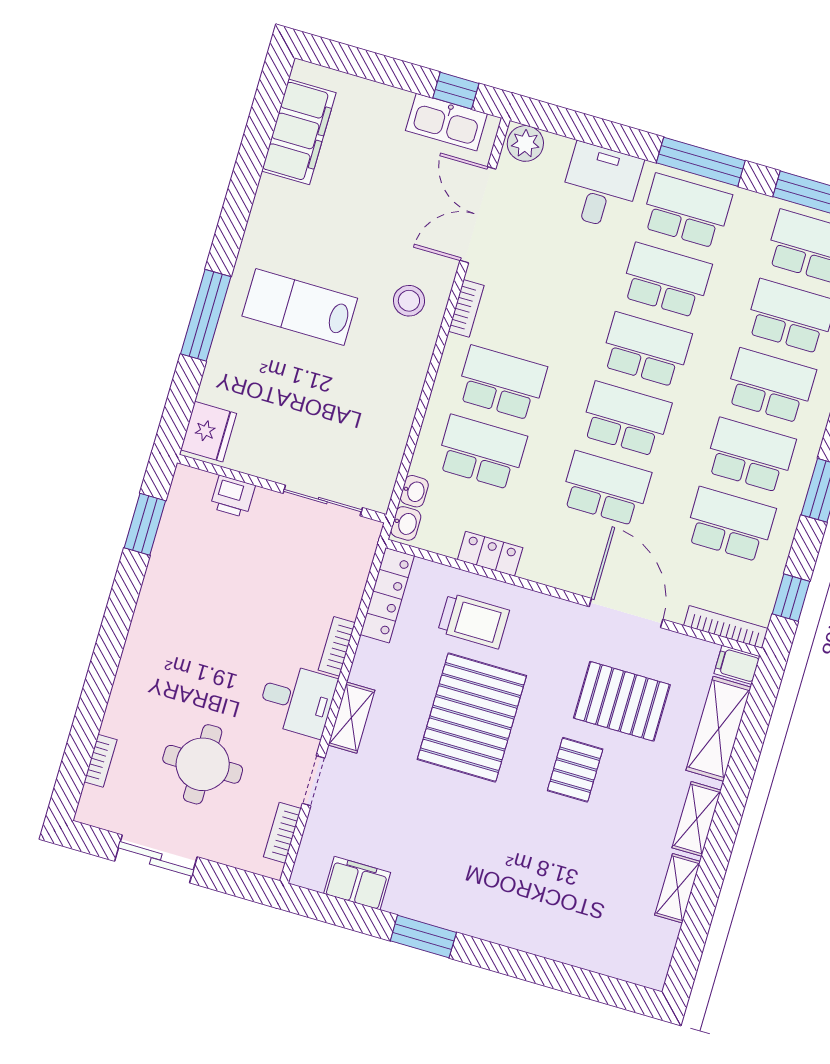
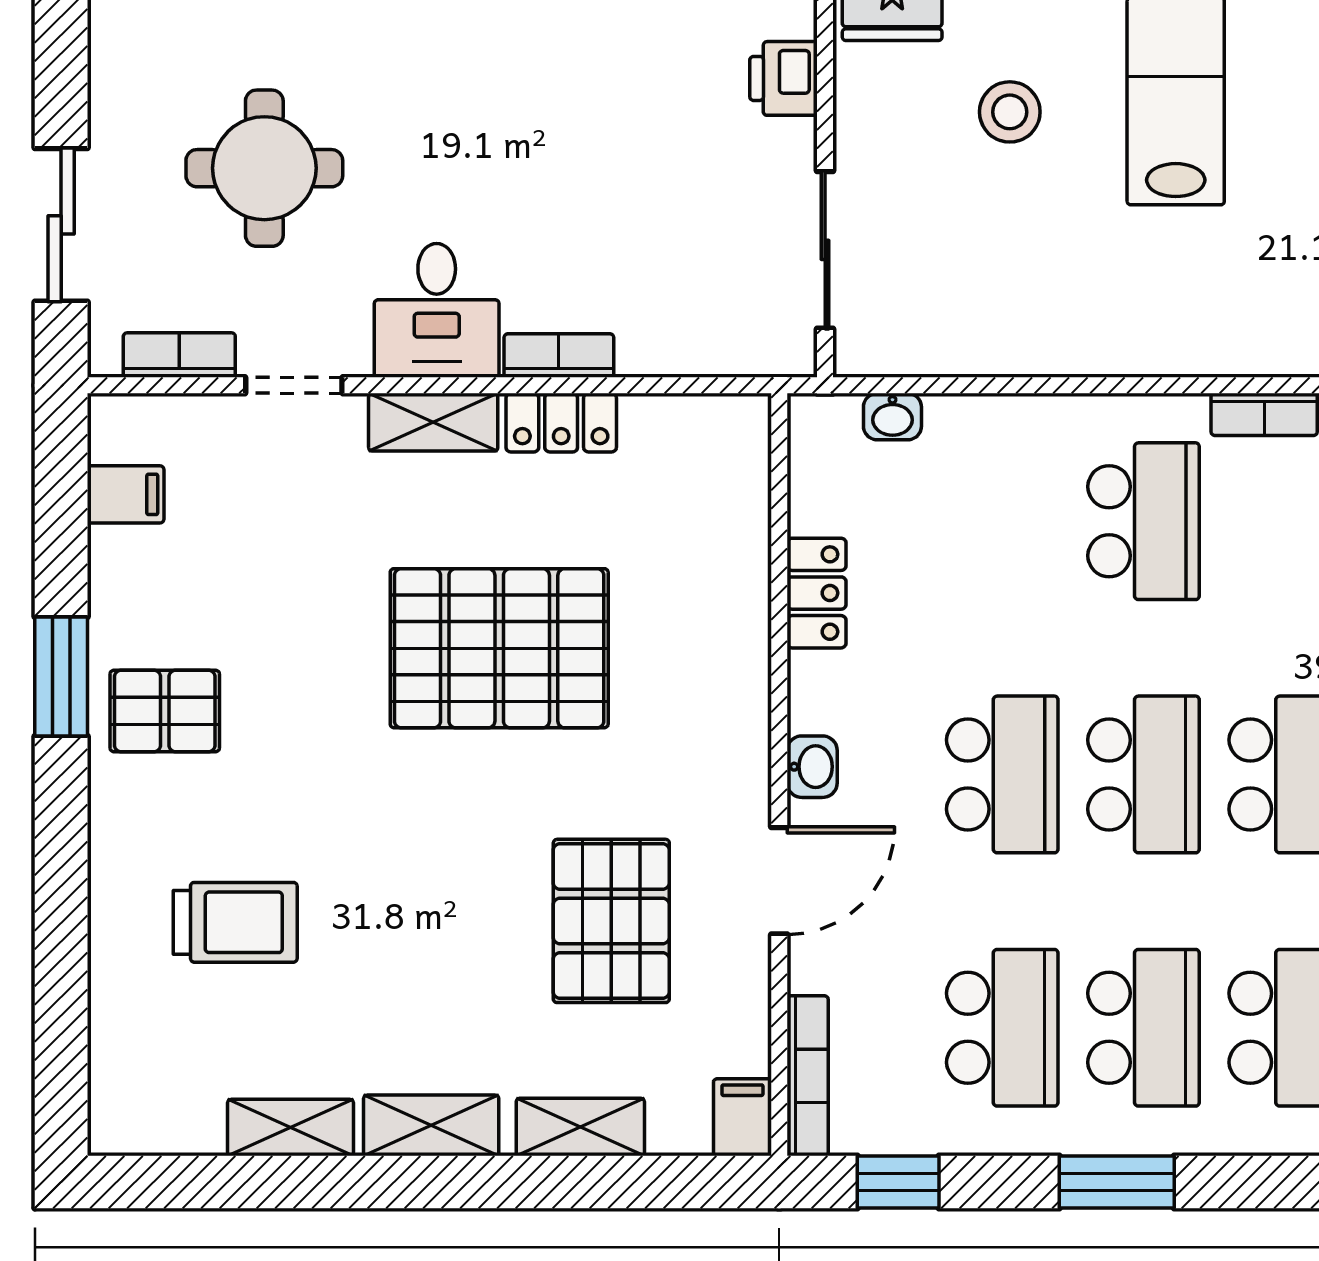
stool: (409, 301) -> (1010, 112), moved
school desk: (481, 452) -> (1002, 521), removed
washbasin: (406, 523) -> (812, 767), moved, turned -90
locker: (387, 595) -> (561, 423), moved, width x0.66
door: (626, 613) -> (779, 881), width x0.73
trolley: (474, 621) -> (235, 922), moved, turned -90
shelving: (718, 729) -> (580, 1127), width x0.67, depth x0.75
pallet: (575, 770) -> (165, 711), moved
sliding door: (156, 859) -> (61, 225), moved
filing cabinet: (357, 883) -> (126, 494), width x0.50

